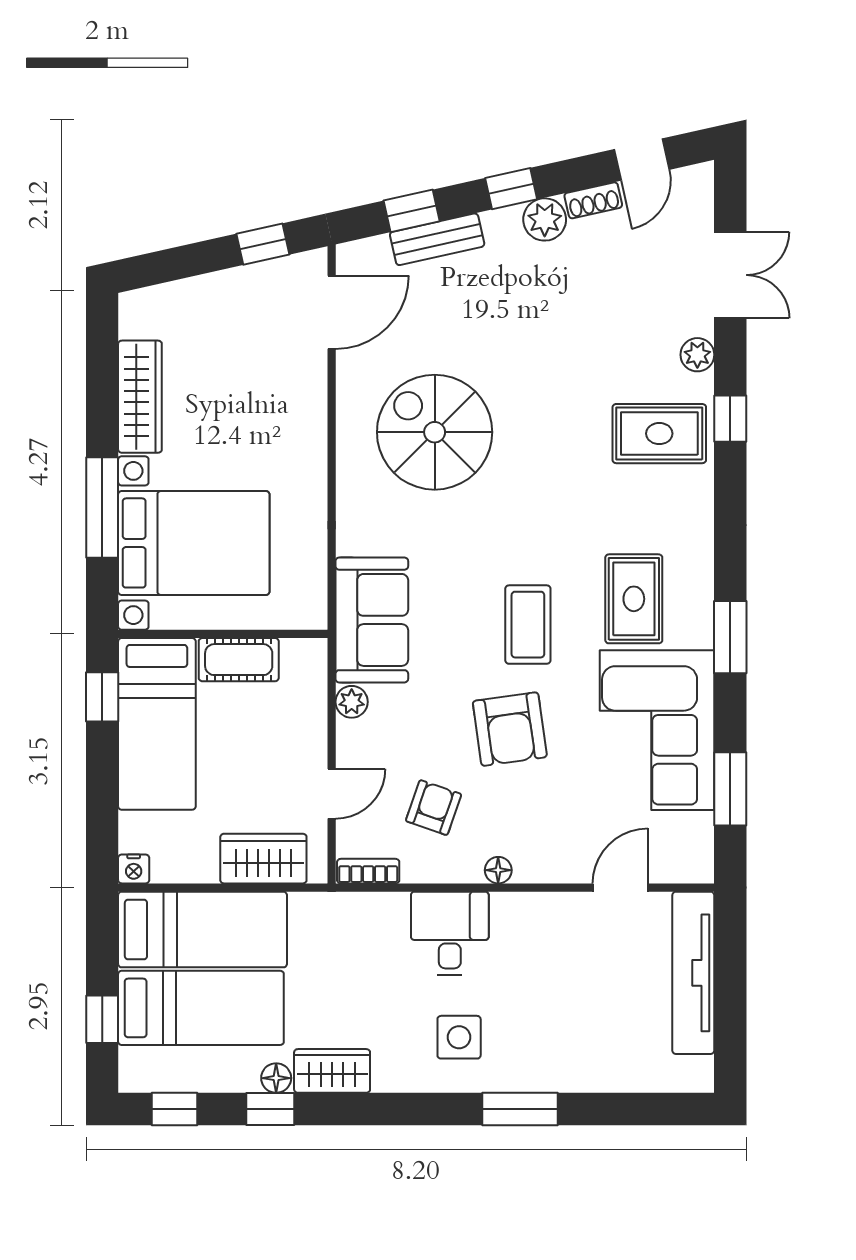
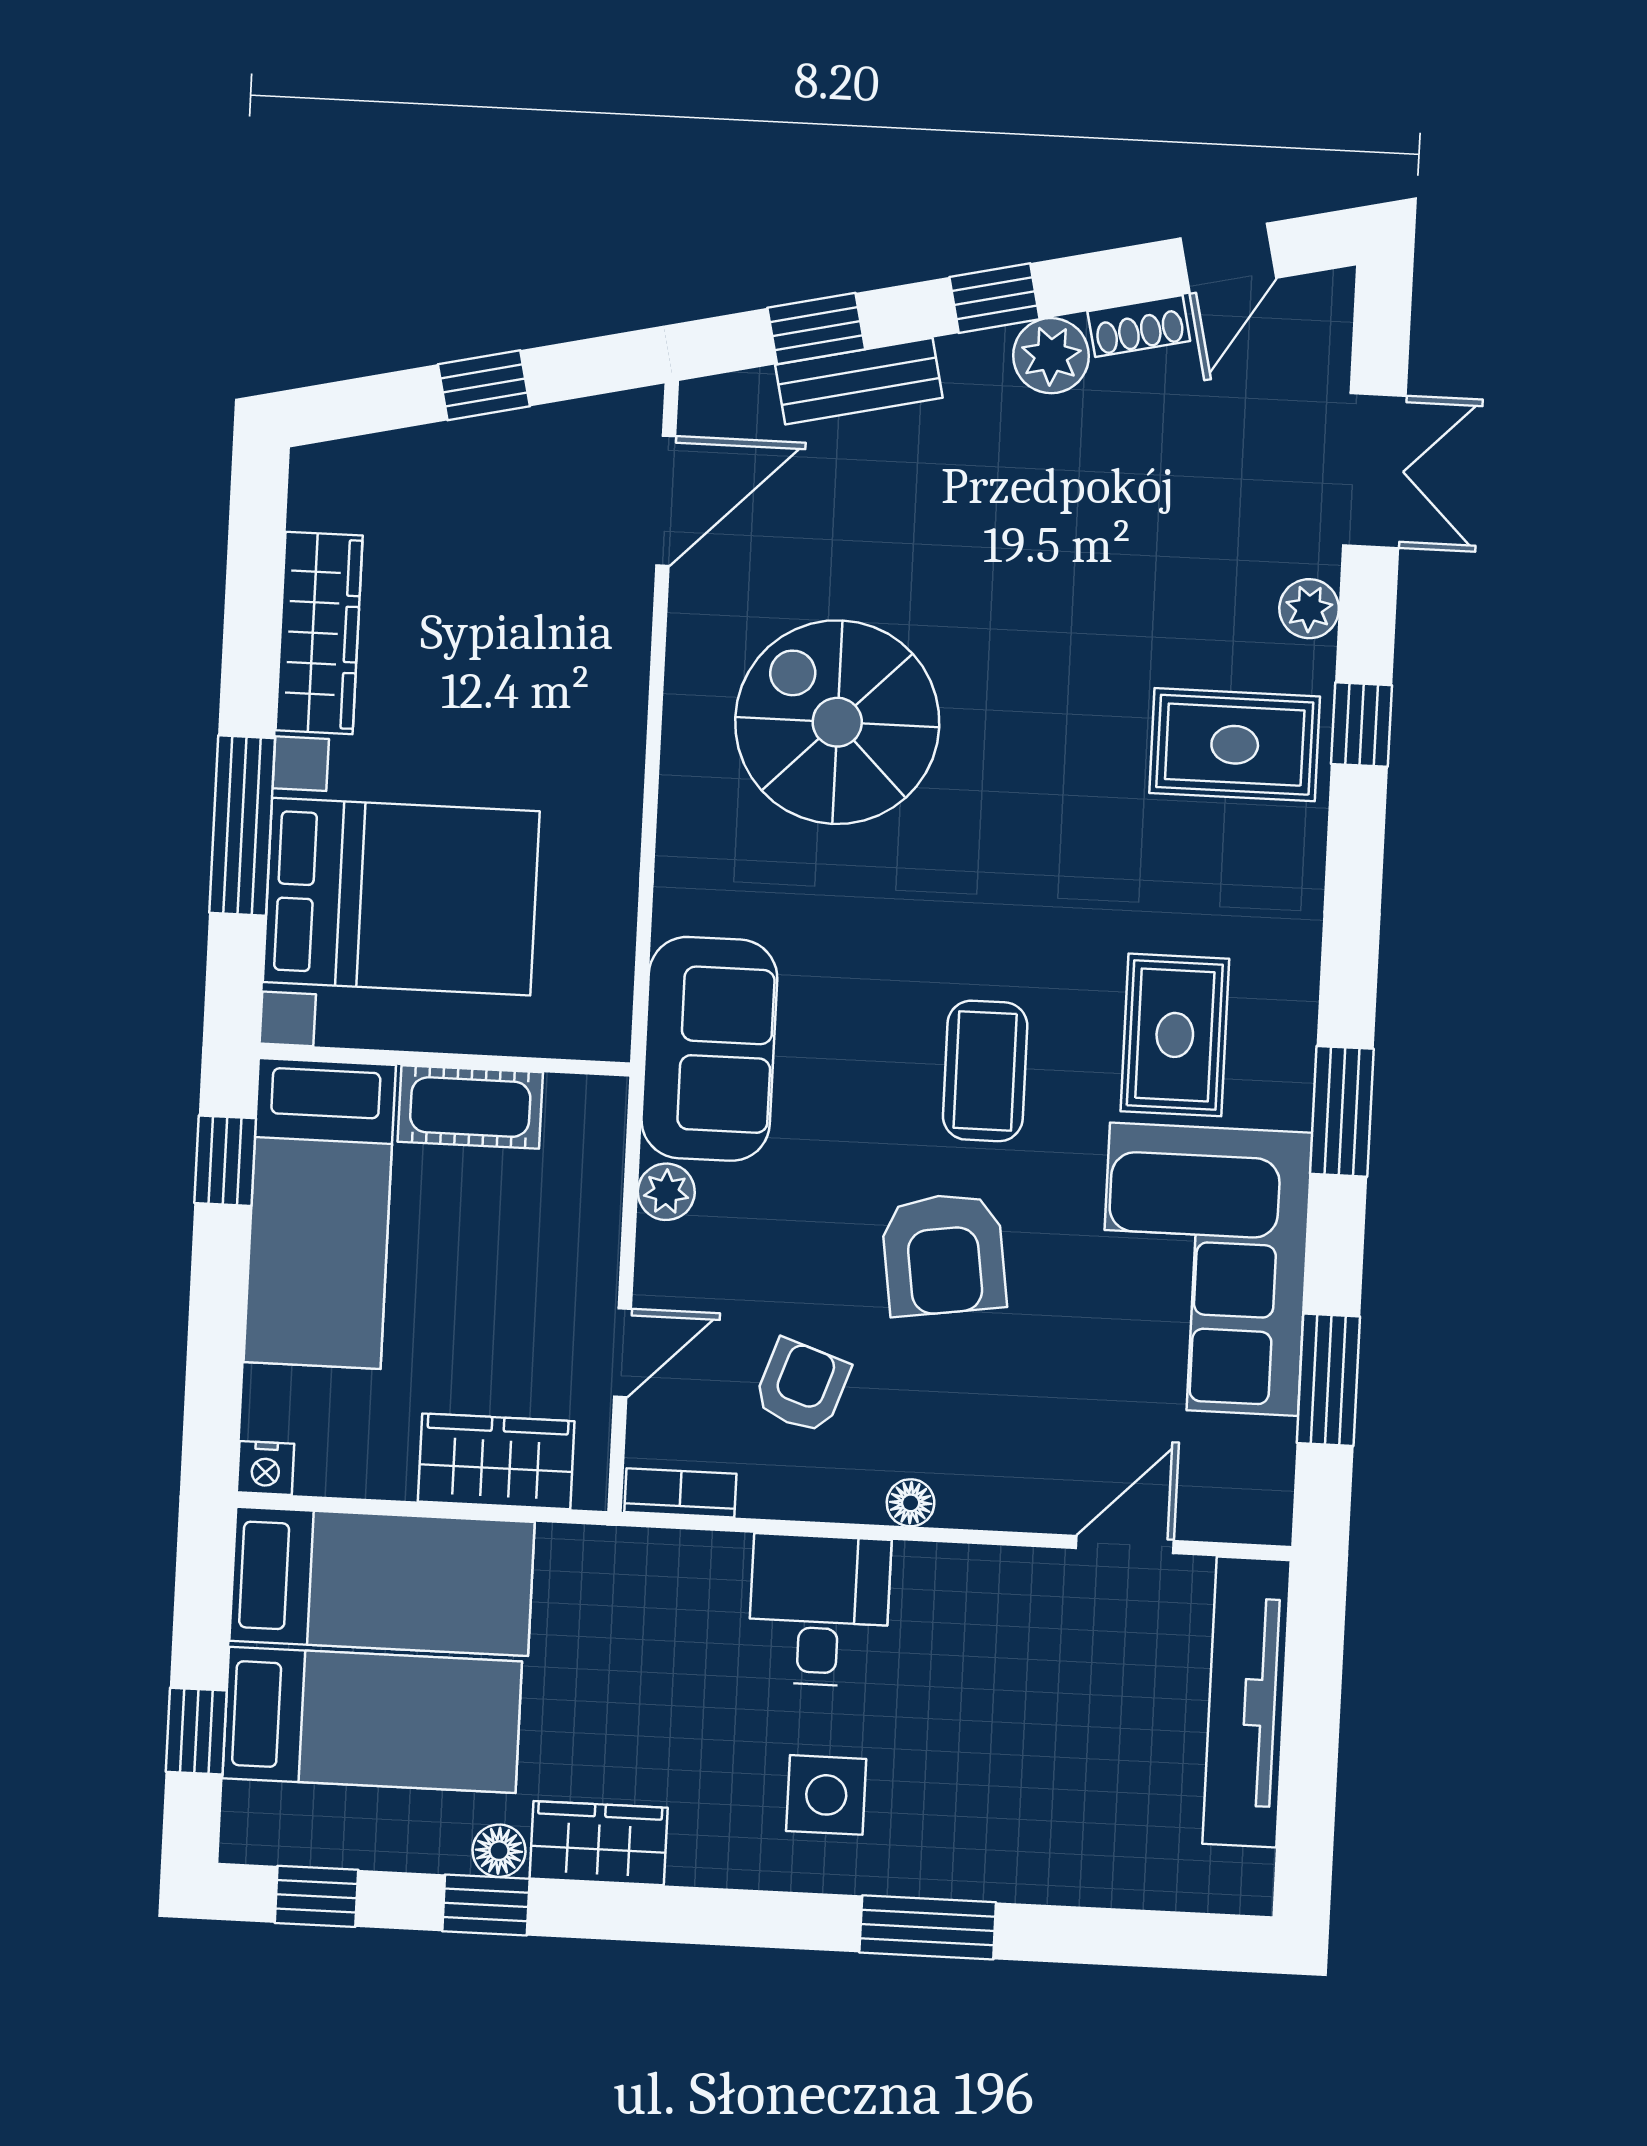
window: (263, 244) -> (484, 385), moved

